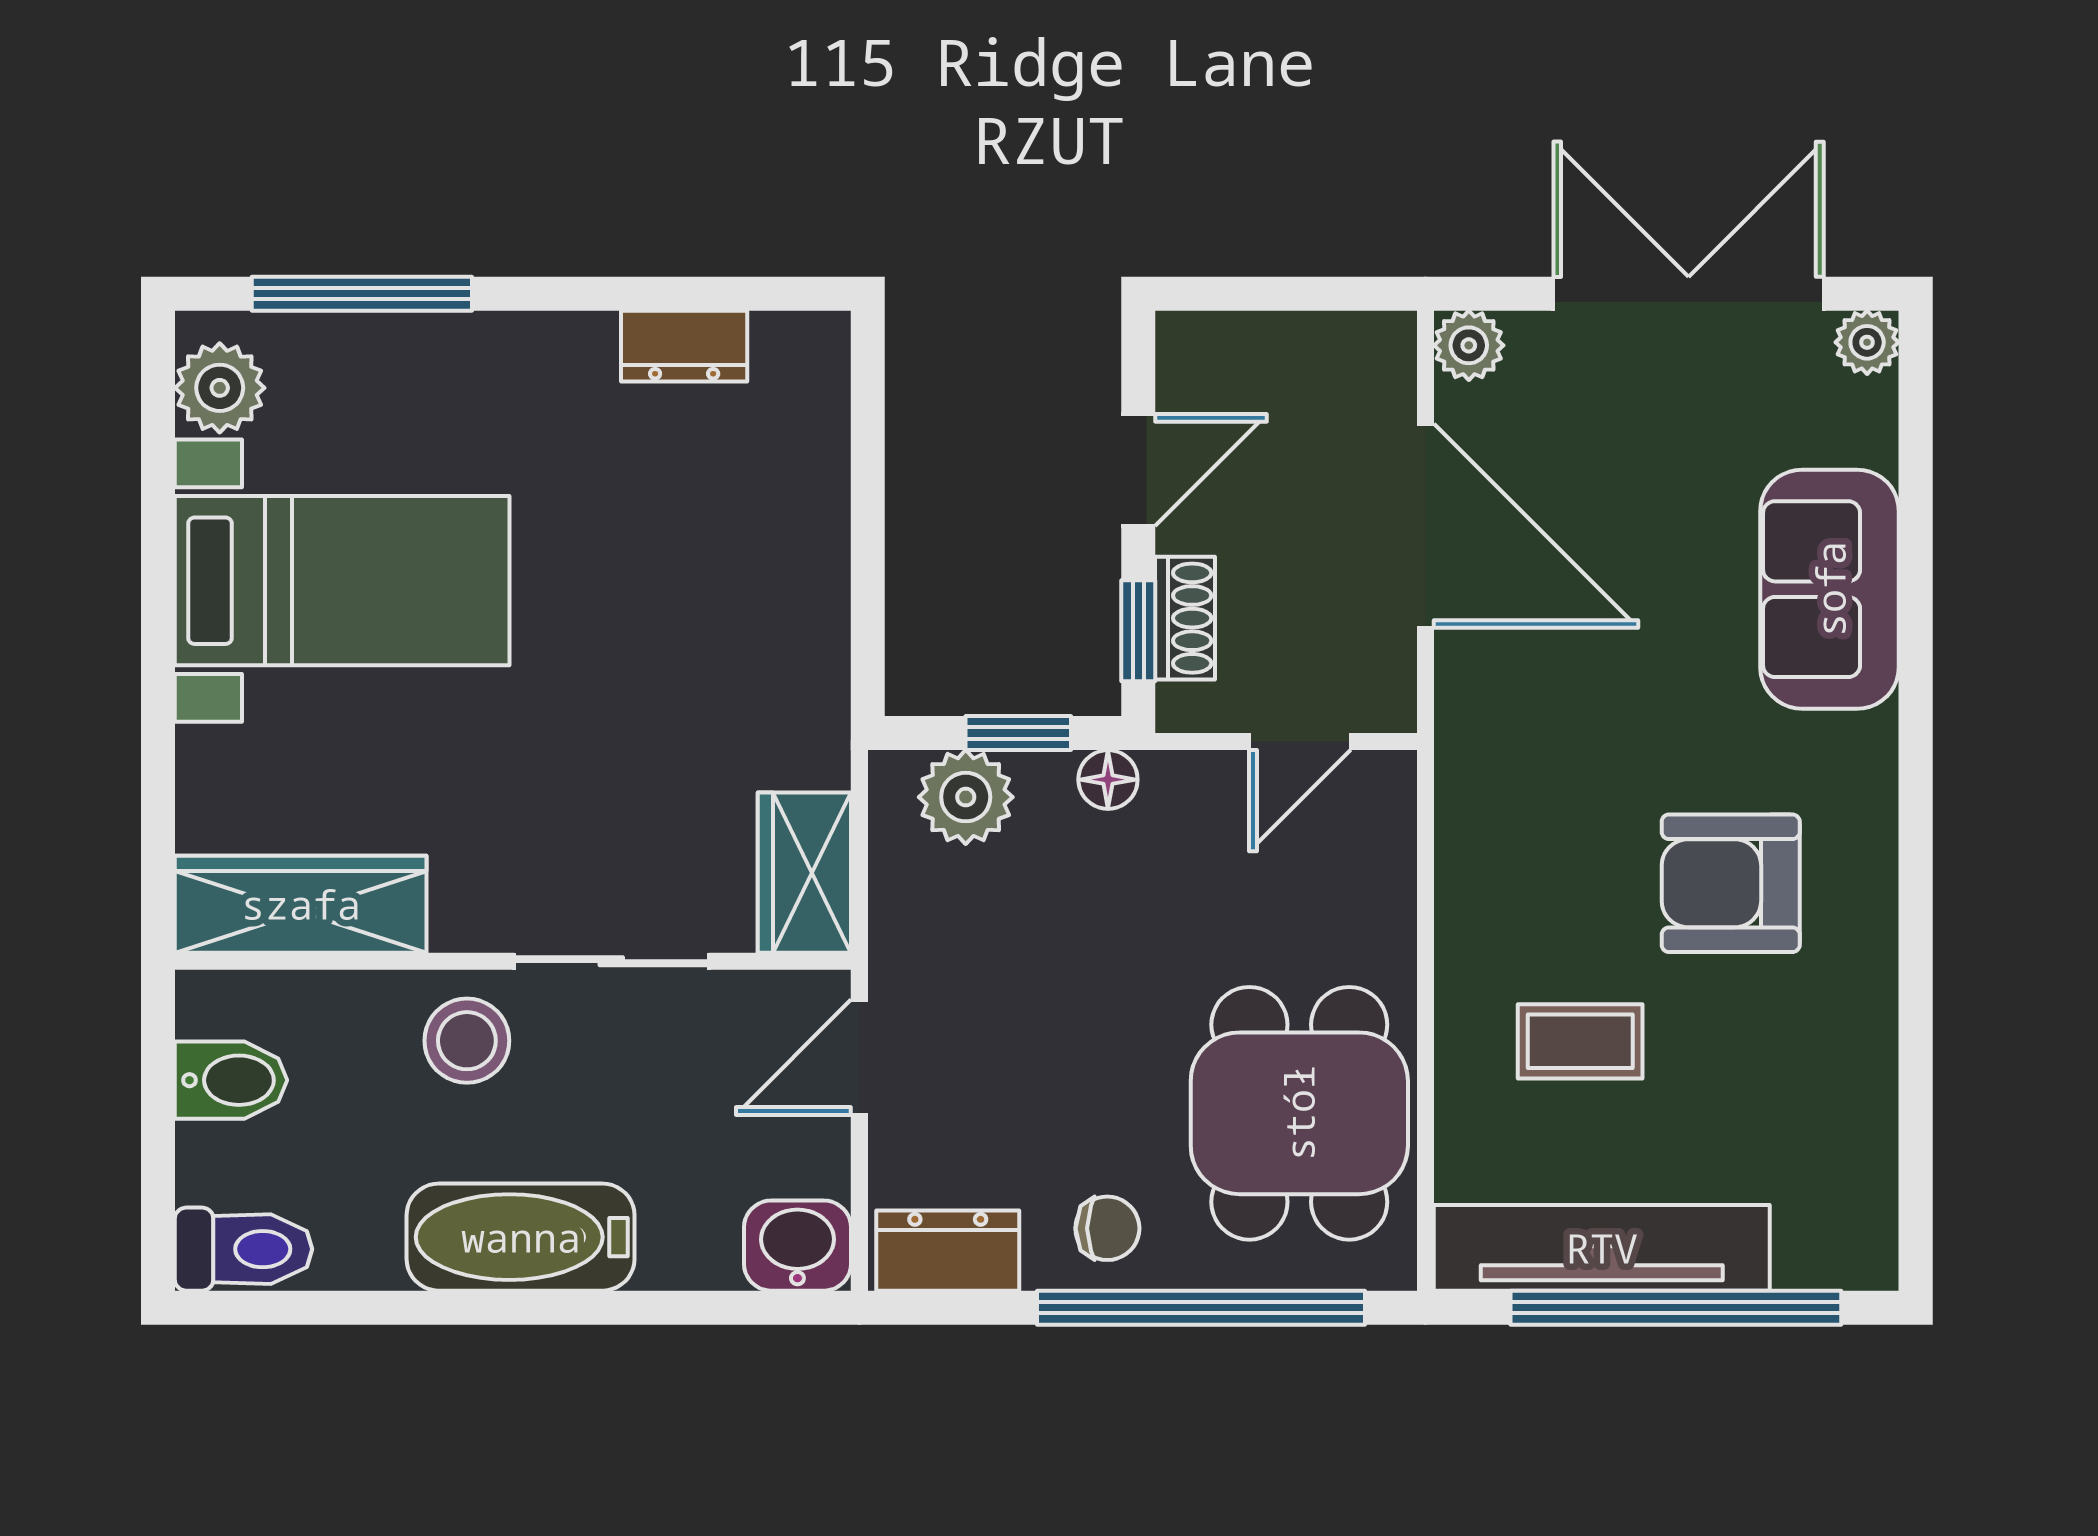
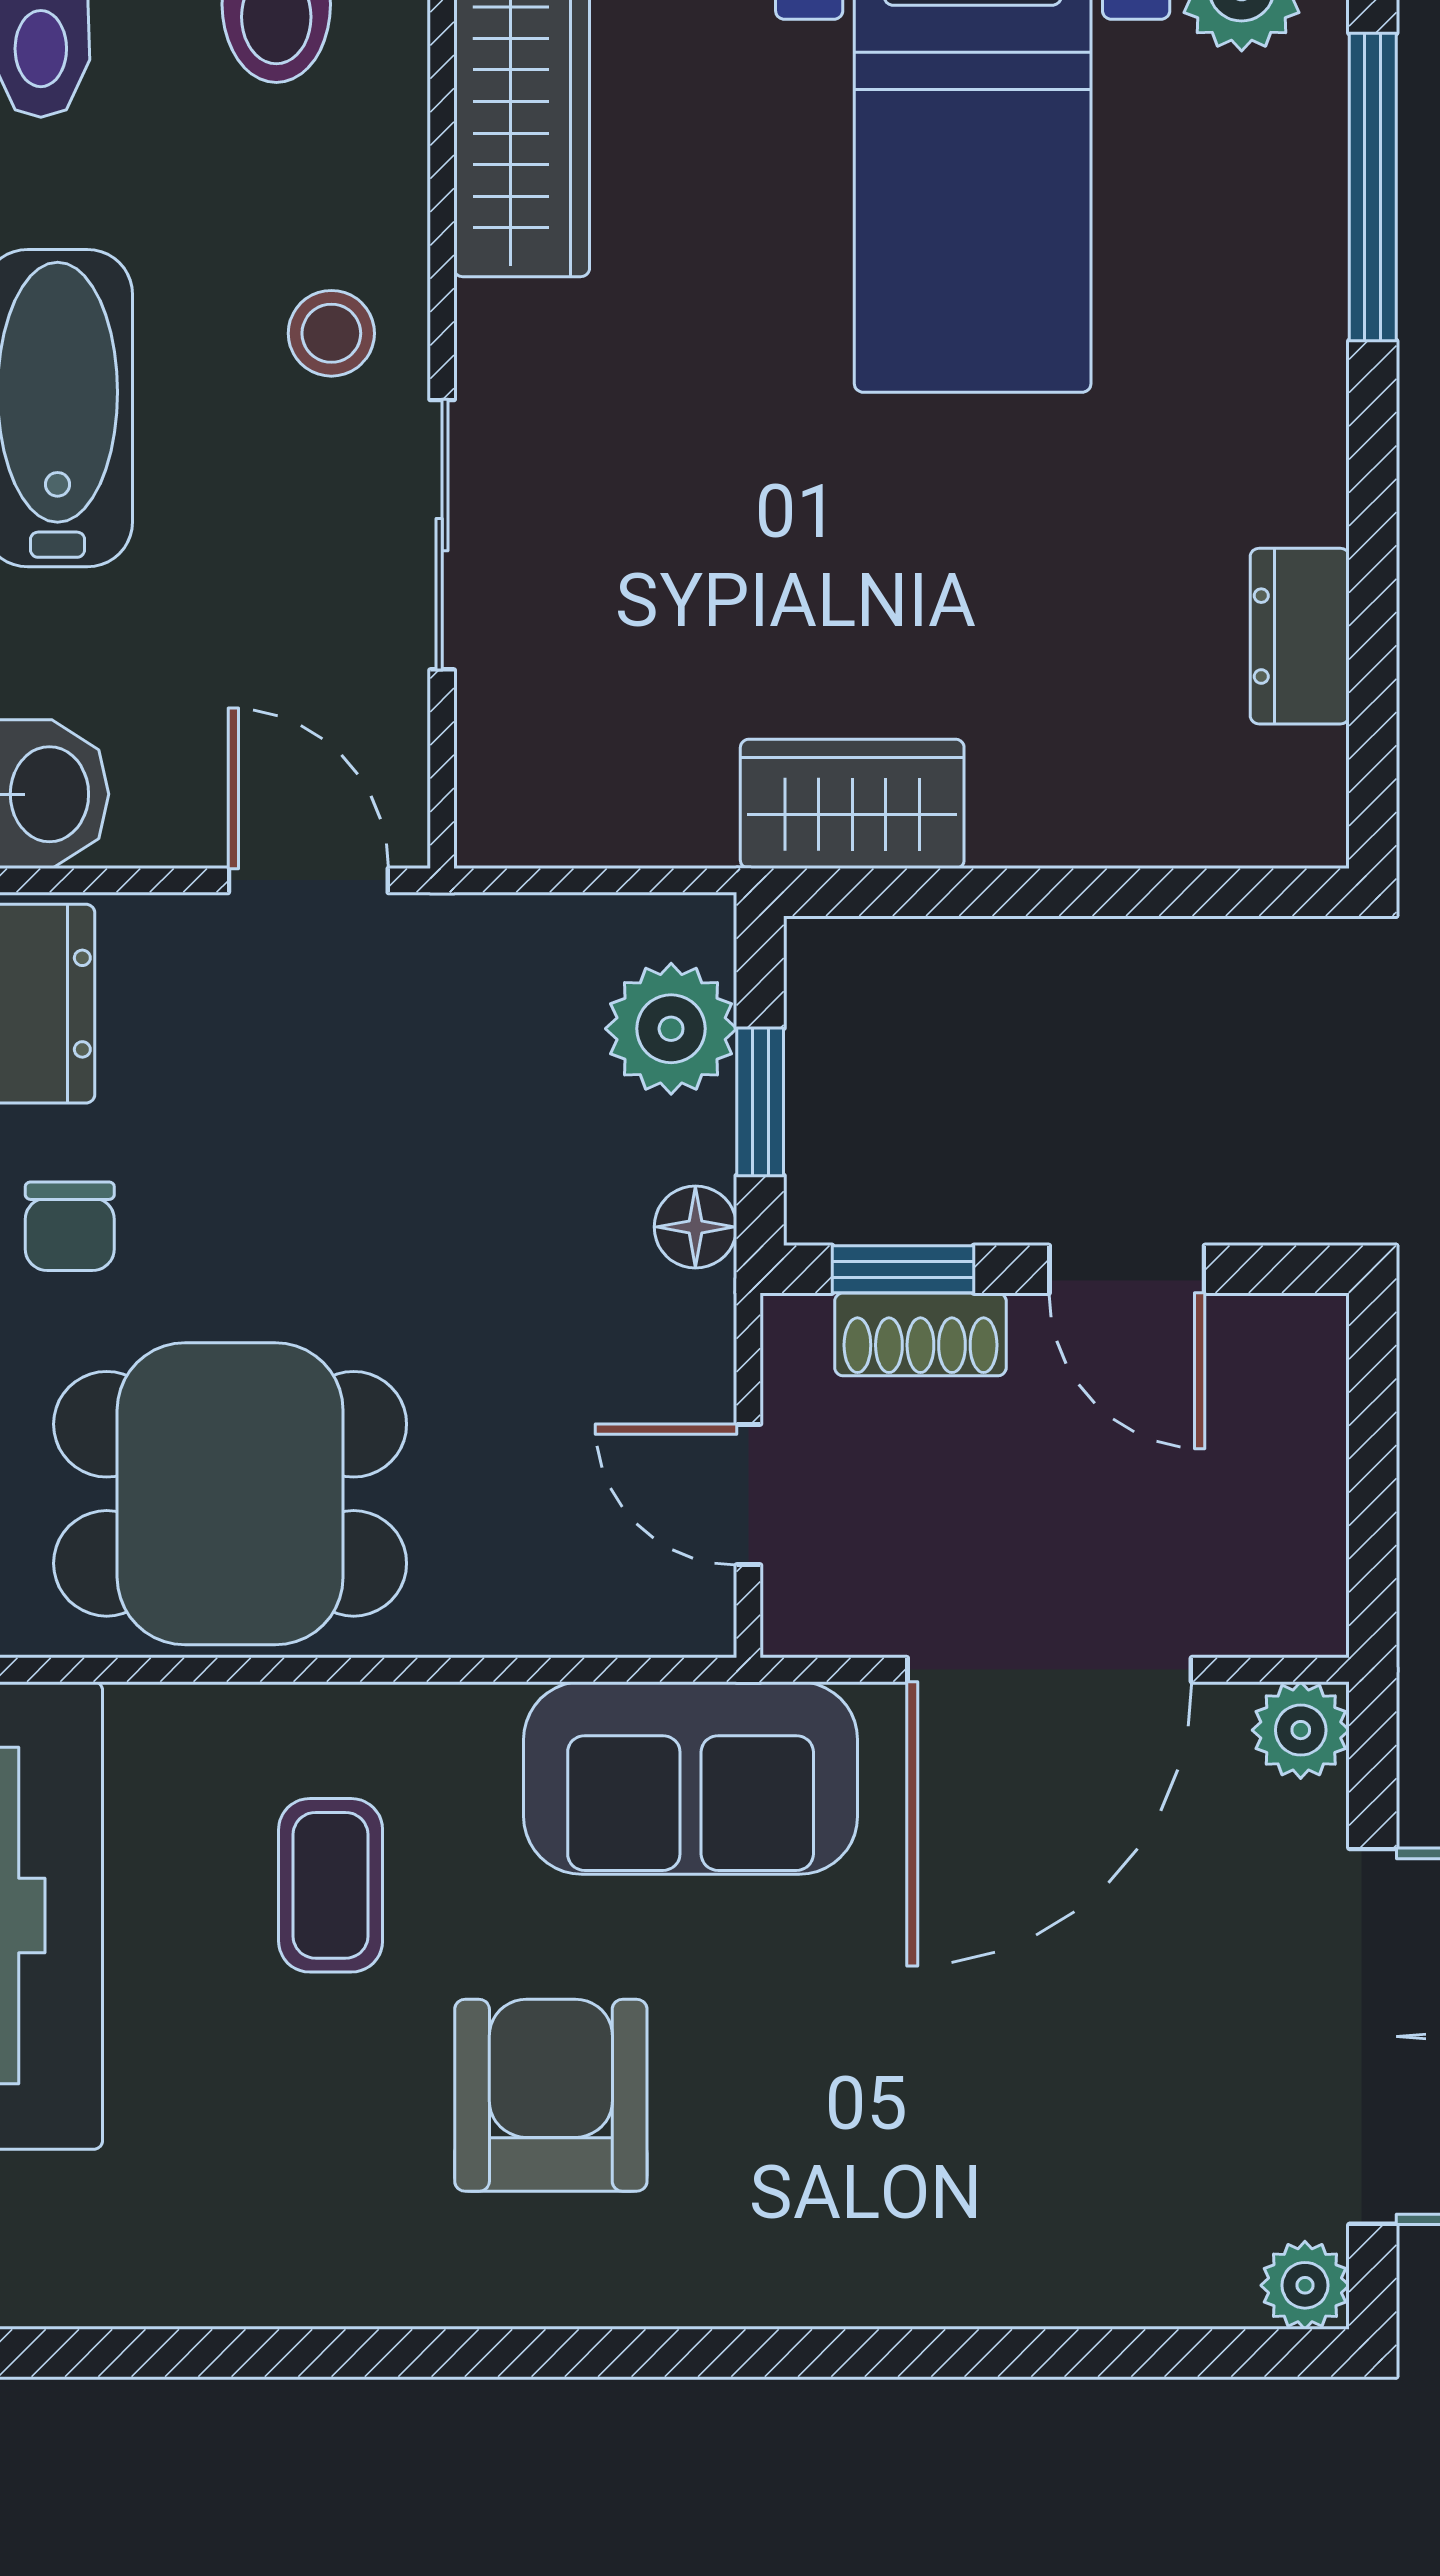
sofa: (1830, 589) -> (691, 1778), moved, turned 180
wardrobe: (804, 873) -> (852, 804), moved
stool: (467, 1041) -> (331, 333), width x0.73, depth x0.73

